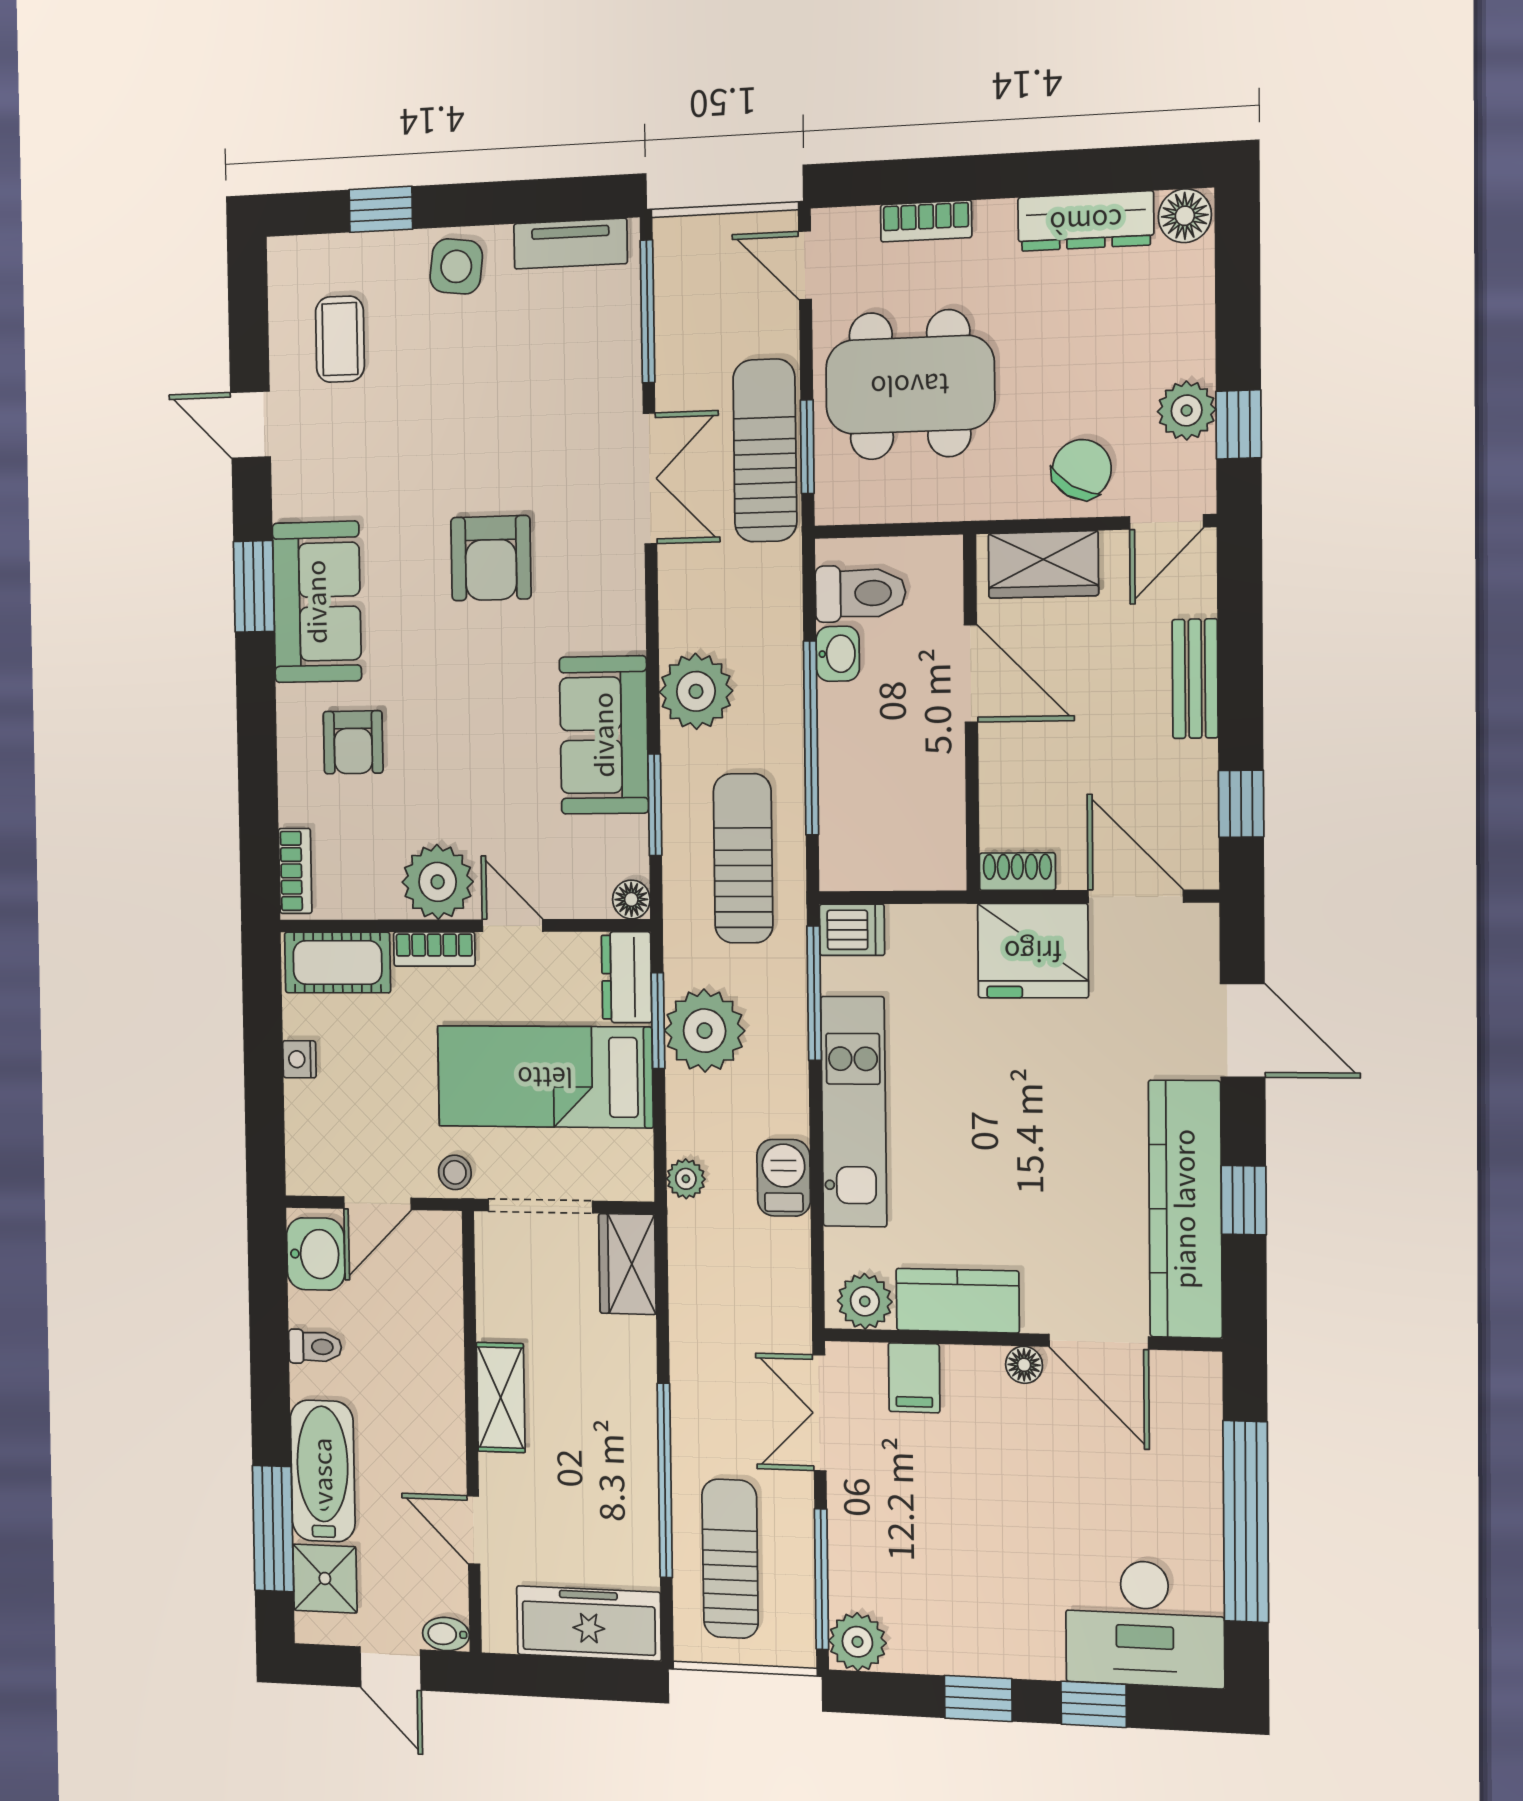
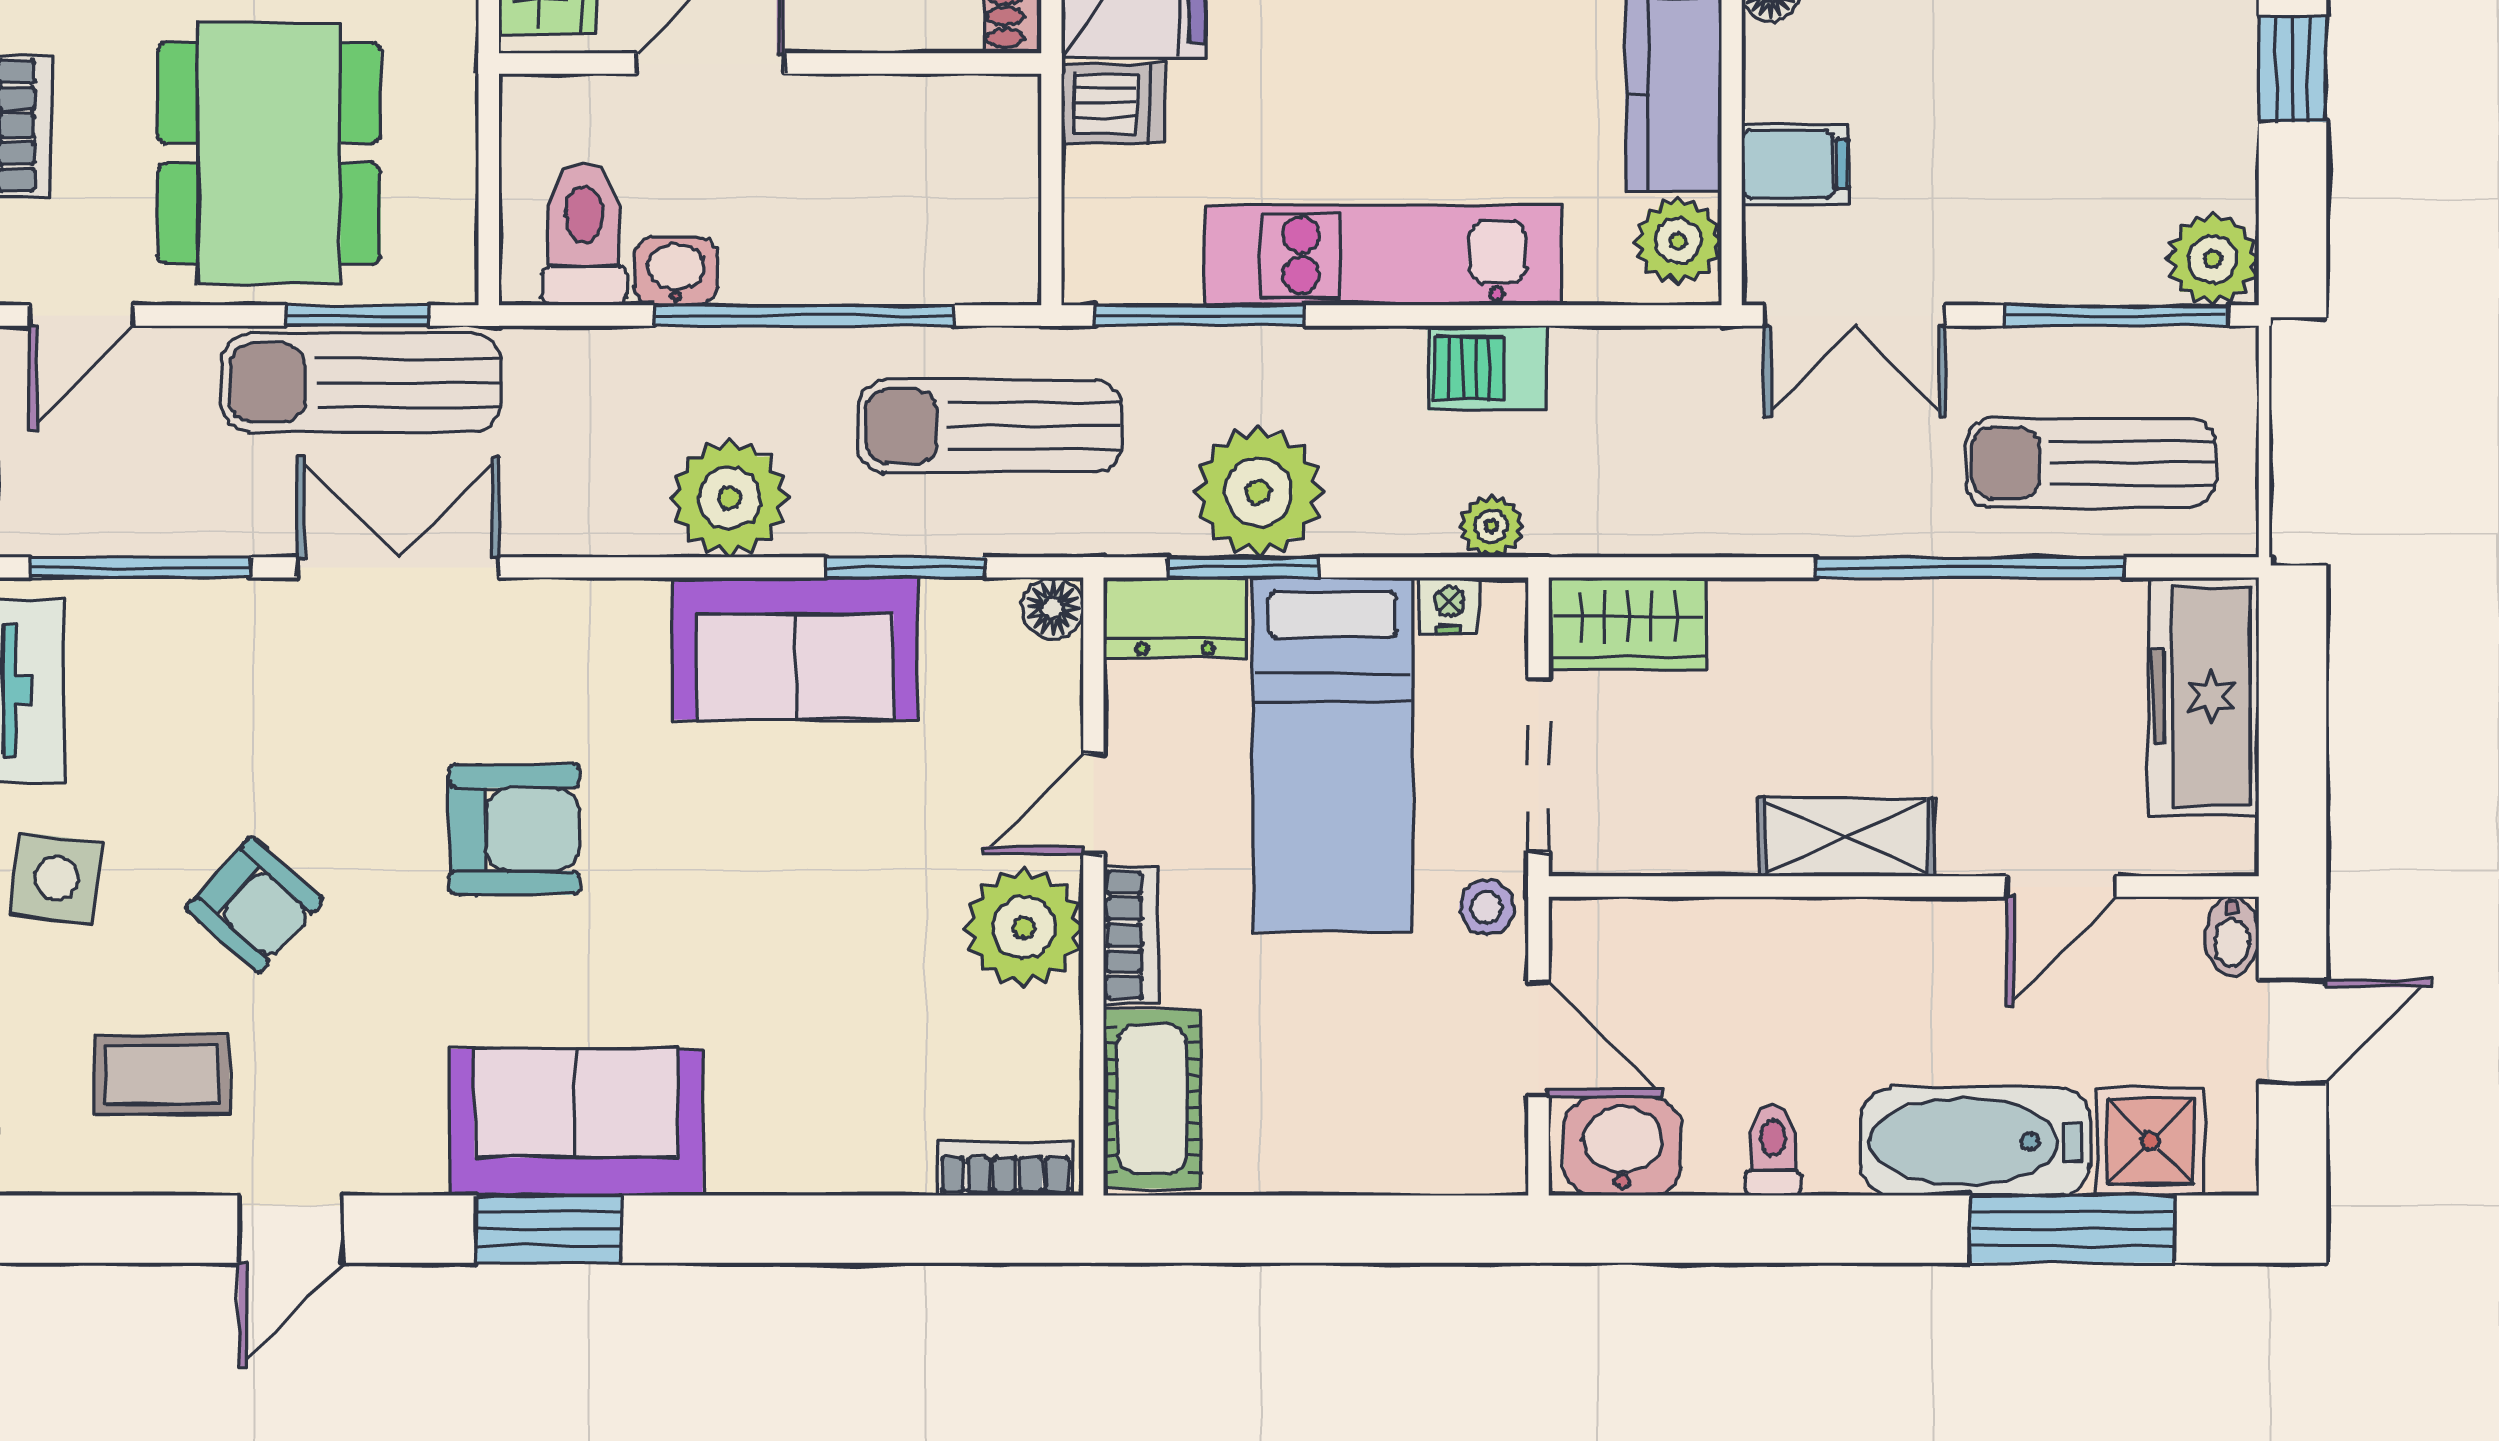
armchair: (353, 742) -> (255, 905), moved, turned 42
dishwasher: (852, 930) -> (1113, 103), moved, turned 90
nightstand: (299, 1059) -> (1449, 606), moved, turned 180

